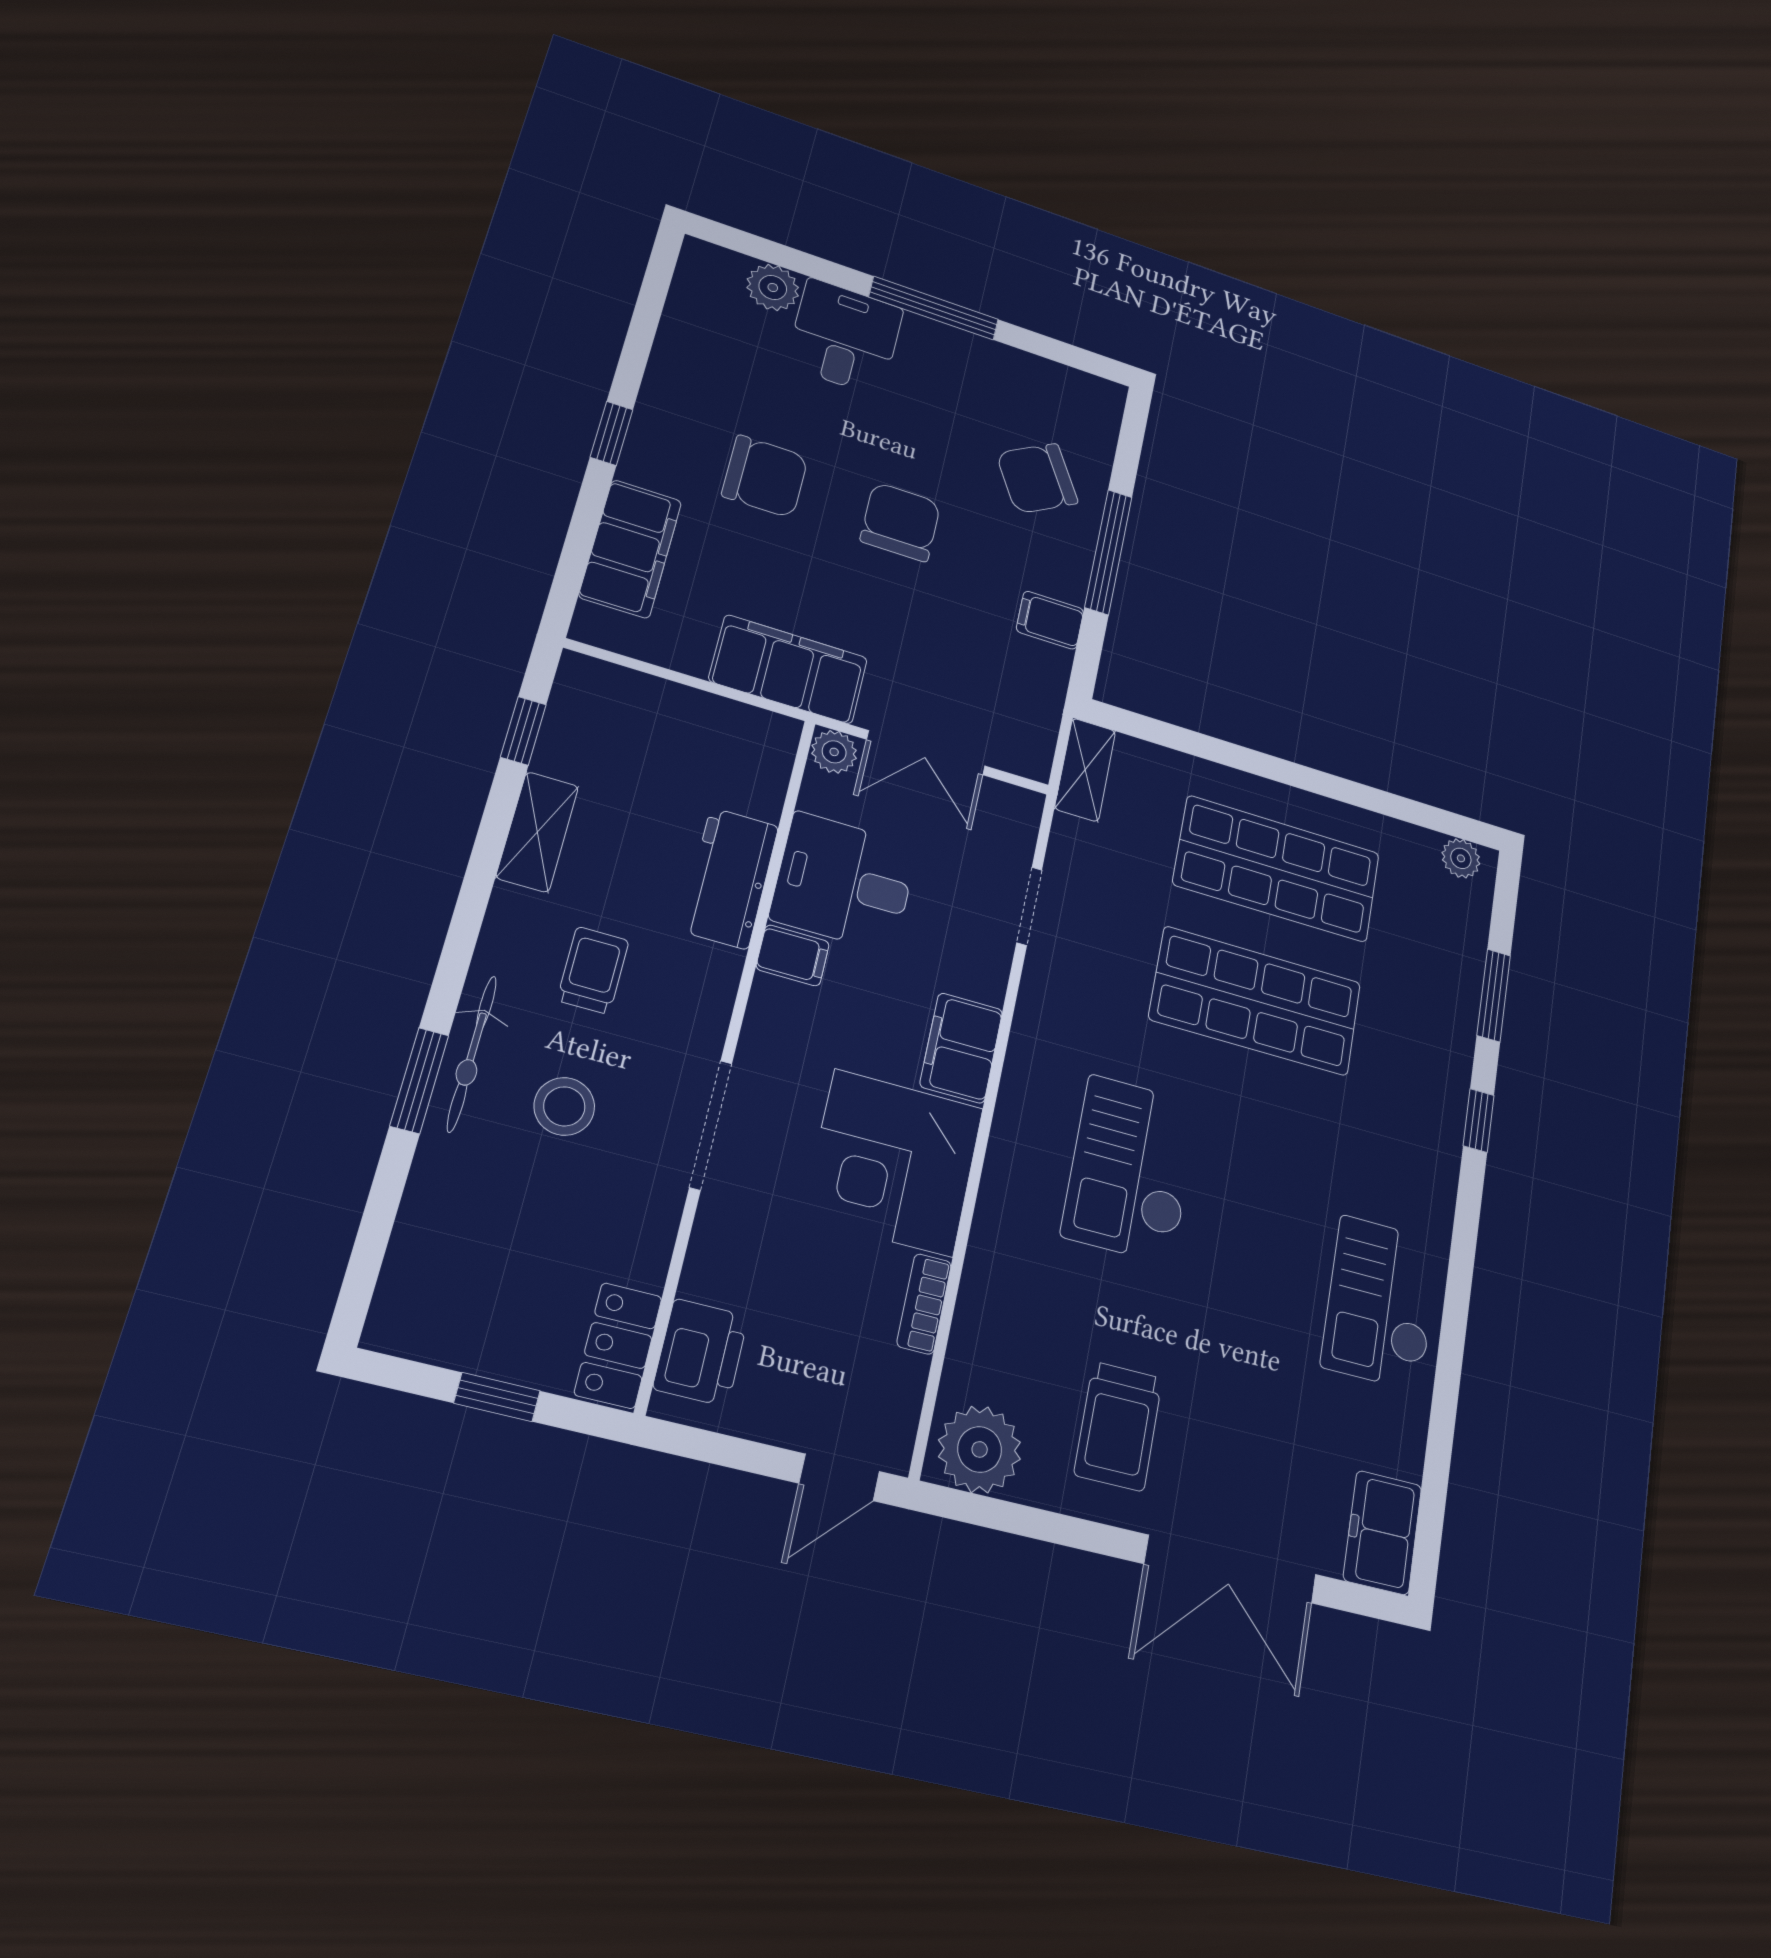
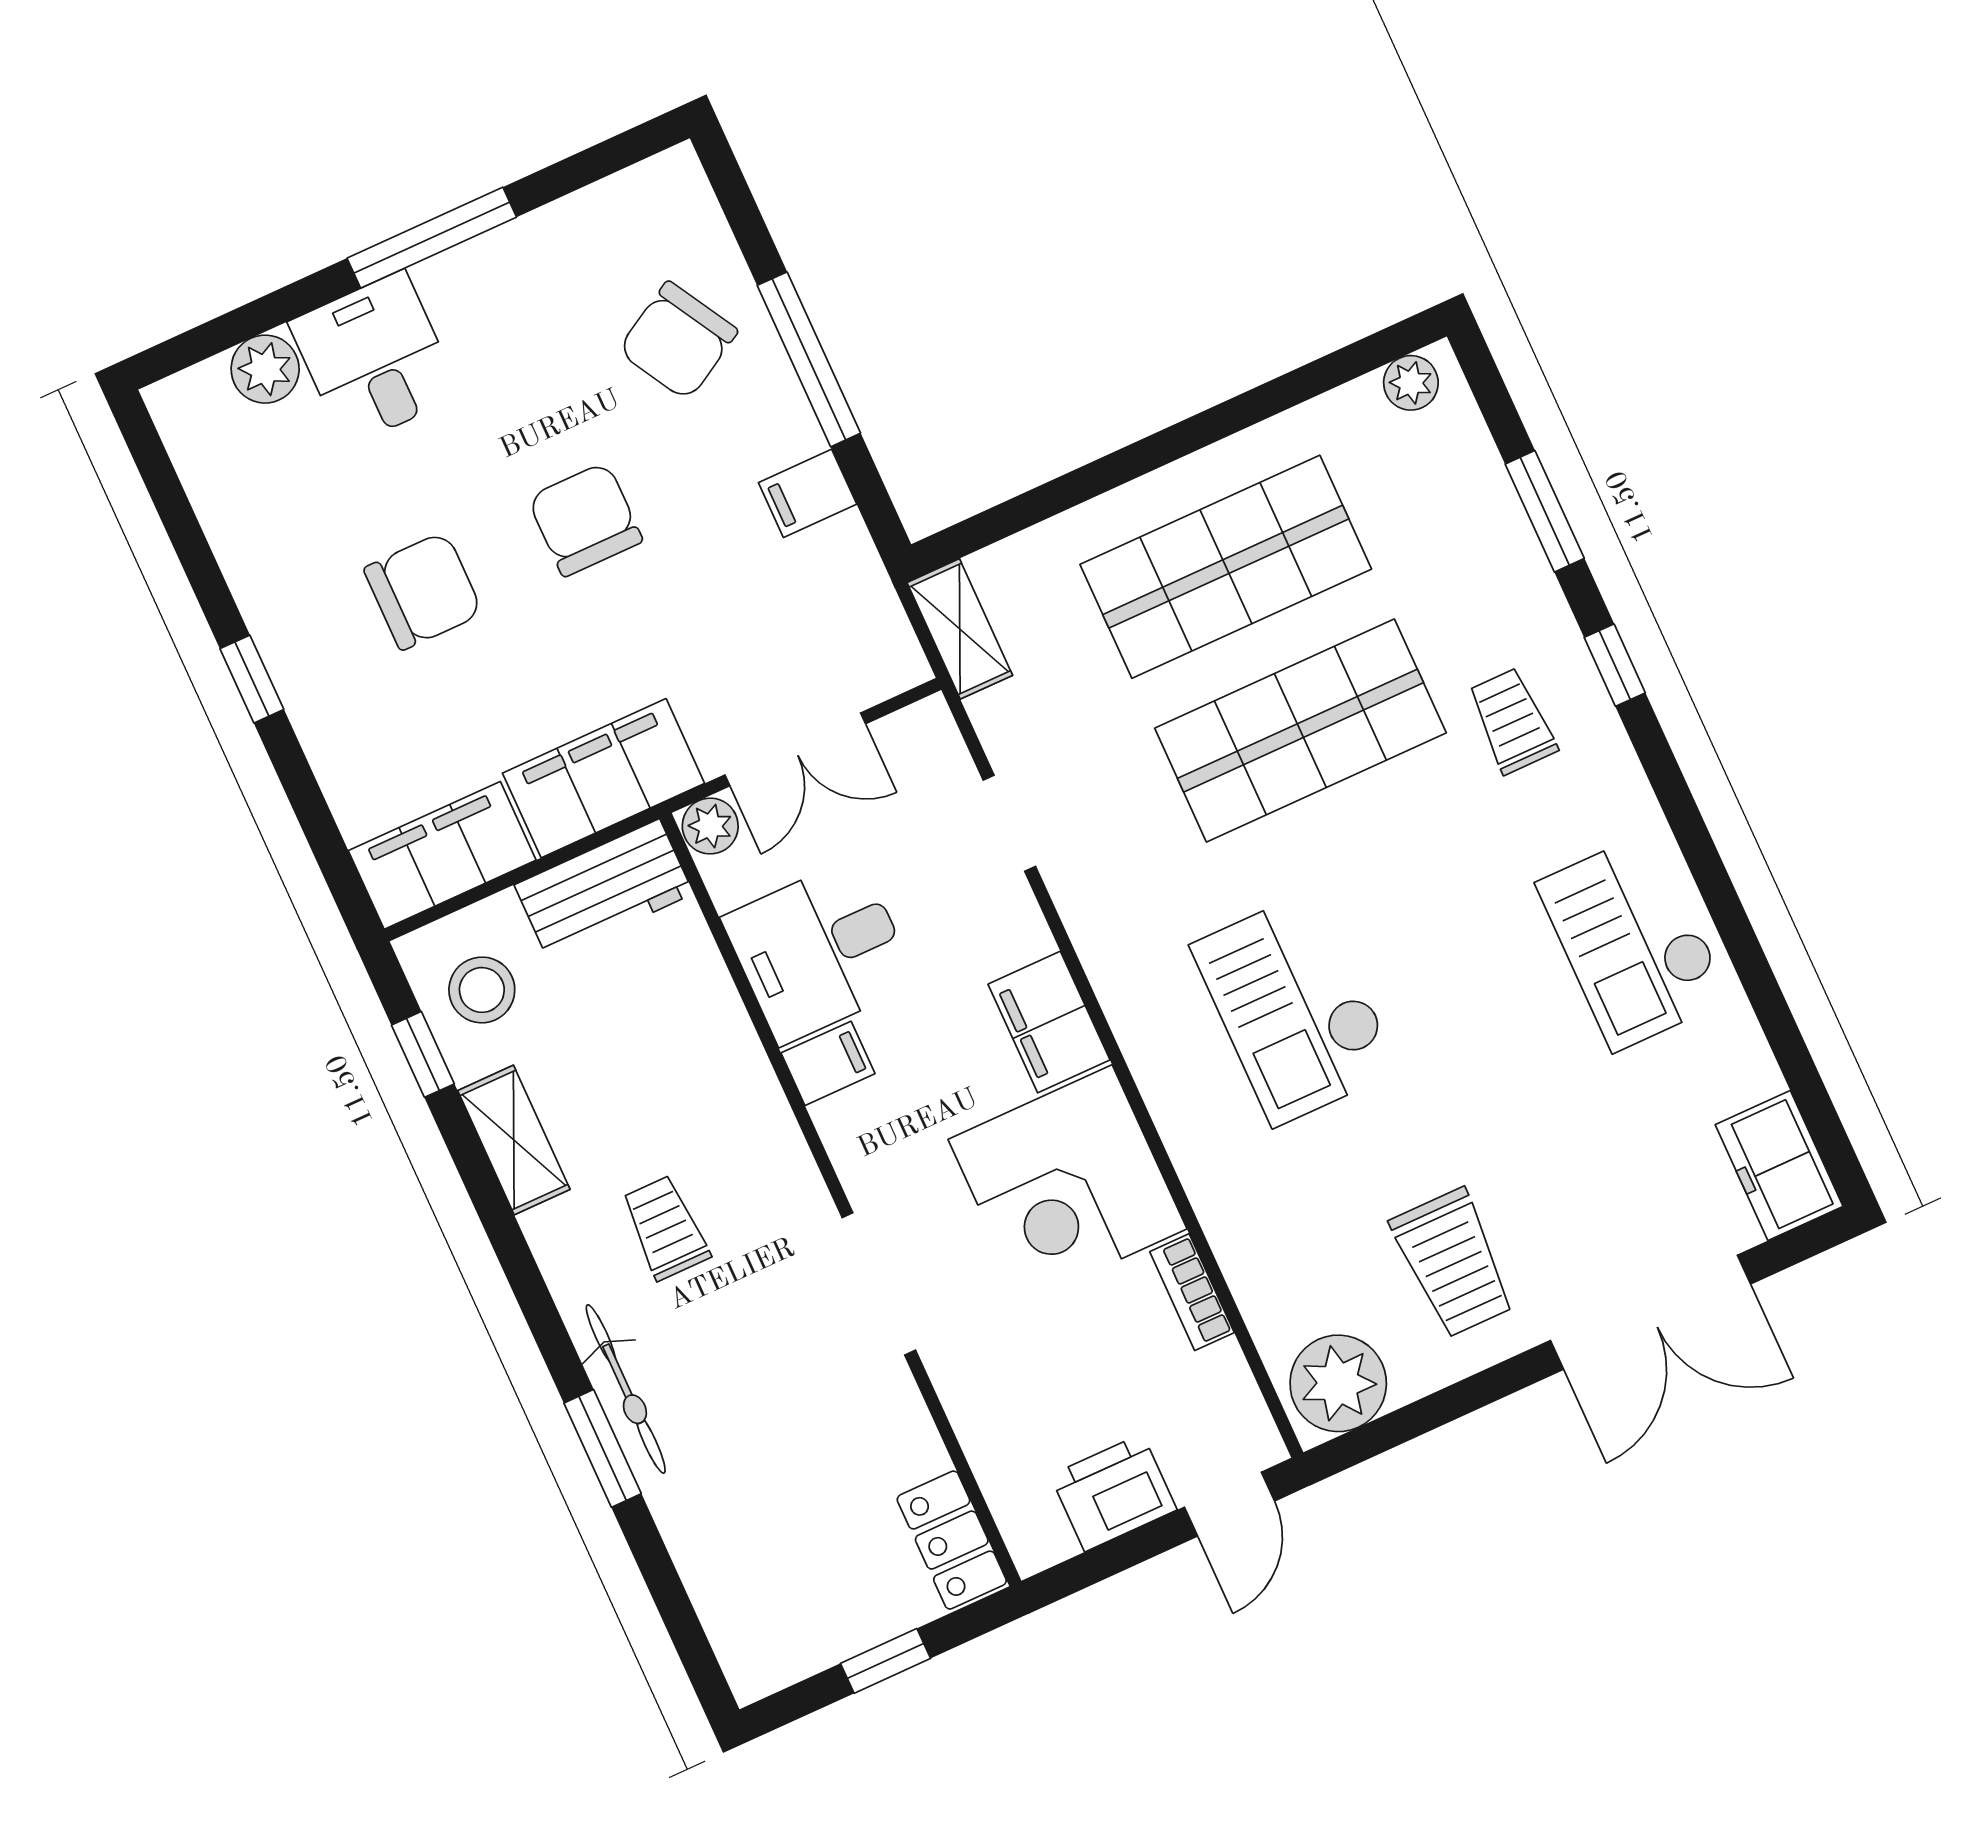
filing cabinet: (630, 549) -> (442, 855), moved, turned -90
workbench: (729, 878) -> (604, 889), moved, turned -90
trolley: (1393, 1103) -> (1512, 721), added
stool: (564, 1106) -> (482, 990), moved
printer: (701, 1352) -> (1113, 1493), moved, turned -90

